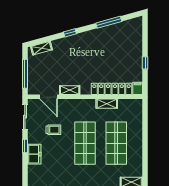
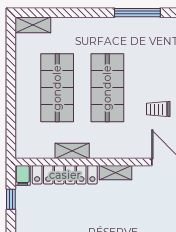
window: (145, 63) -> (11, 199), moved
shelving: (70, 90) -> (116, 173), moved

